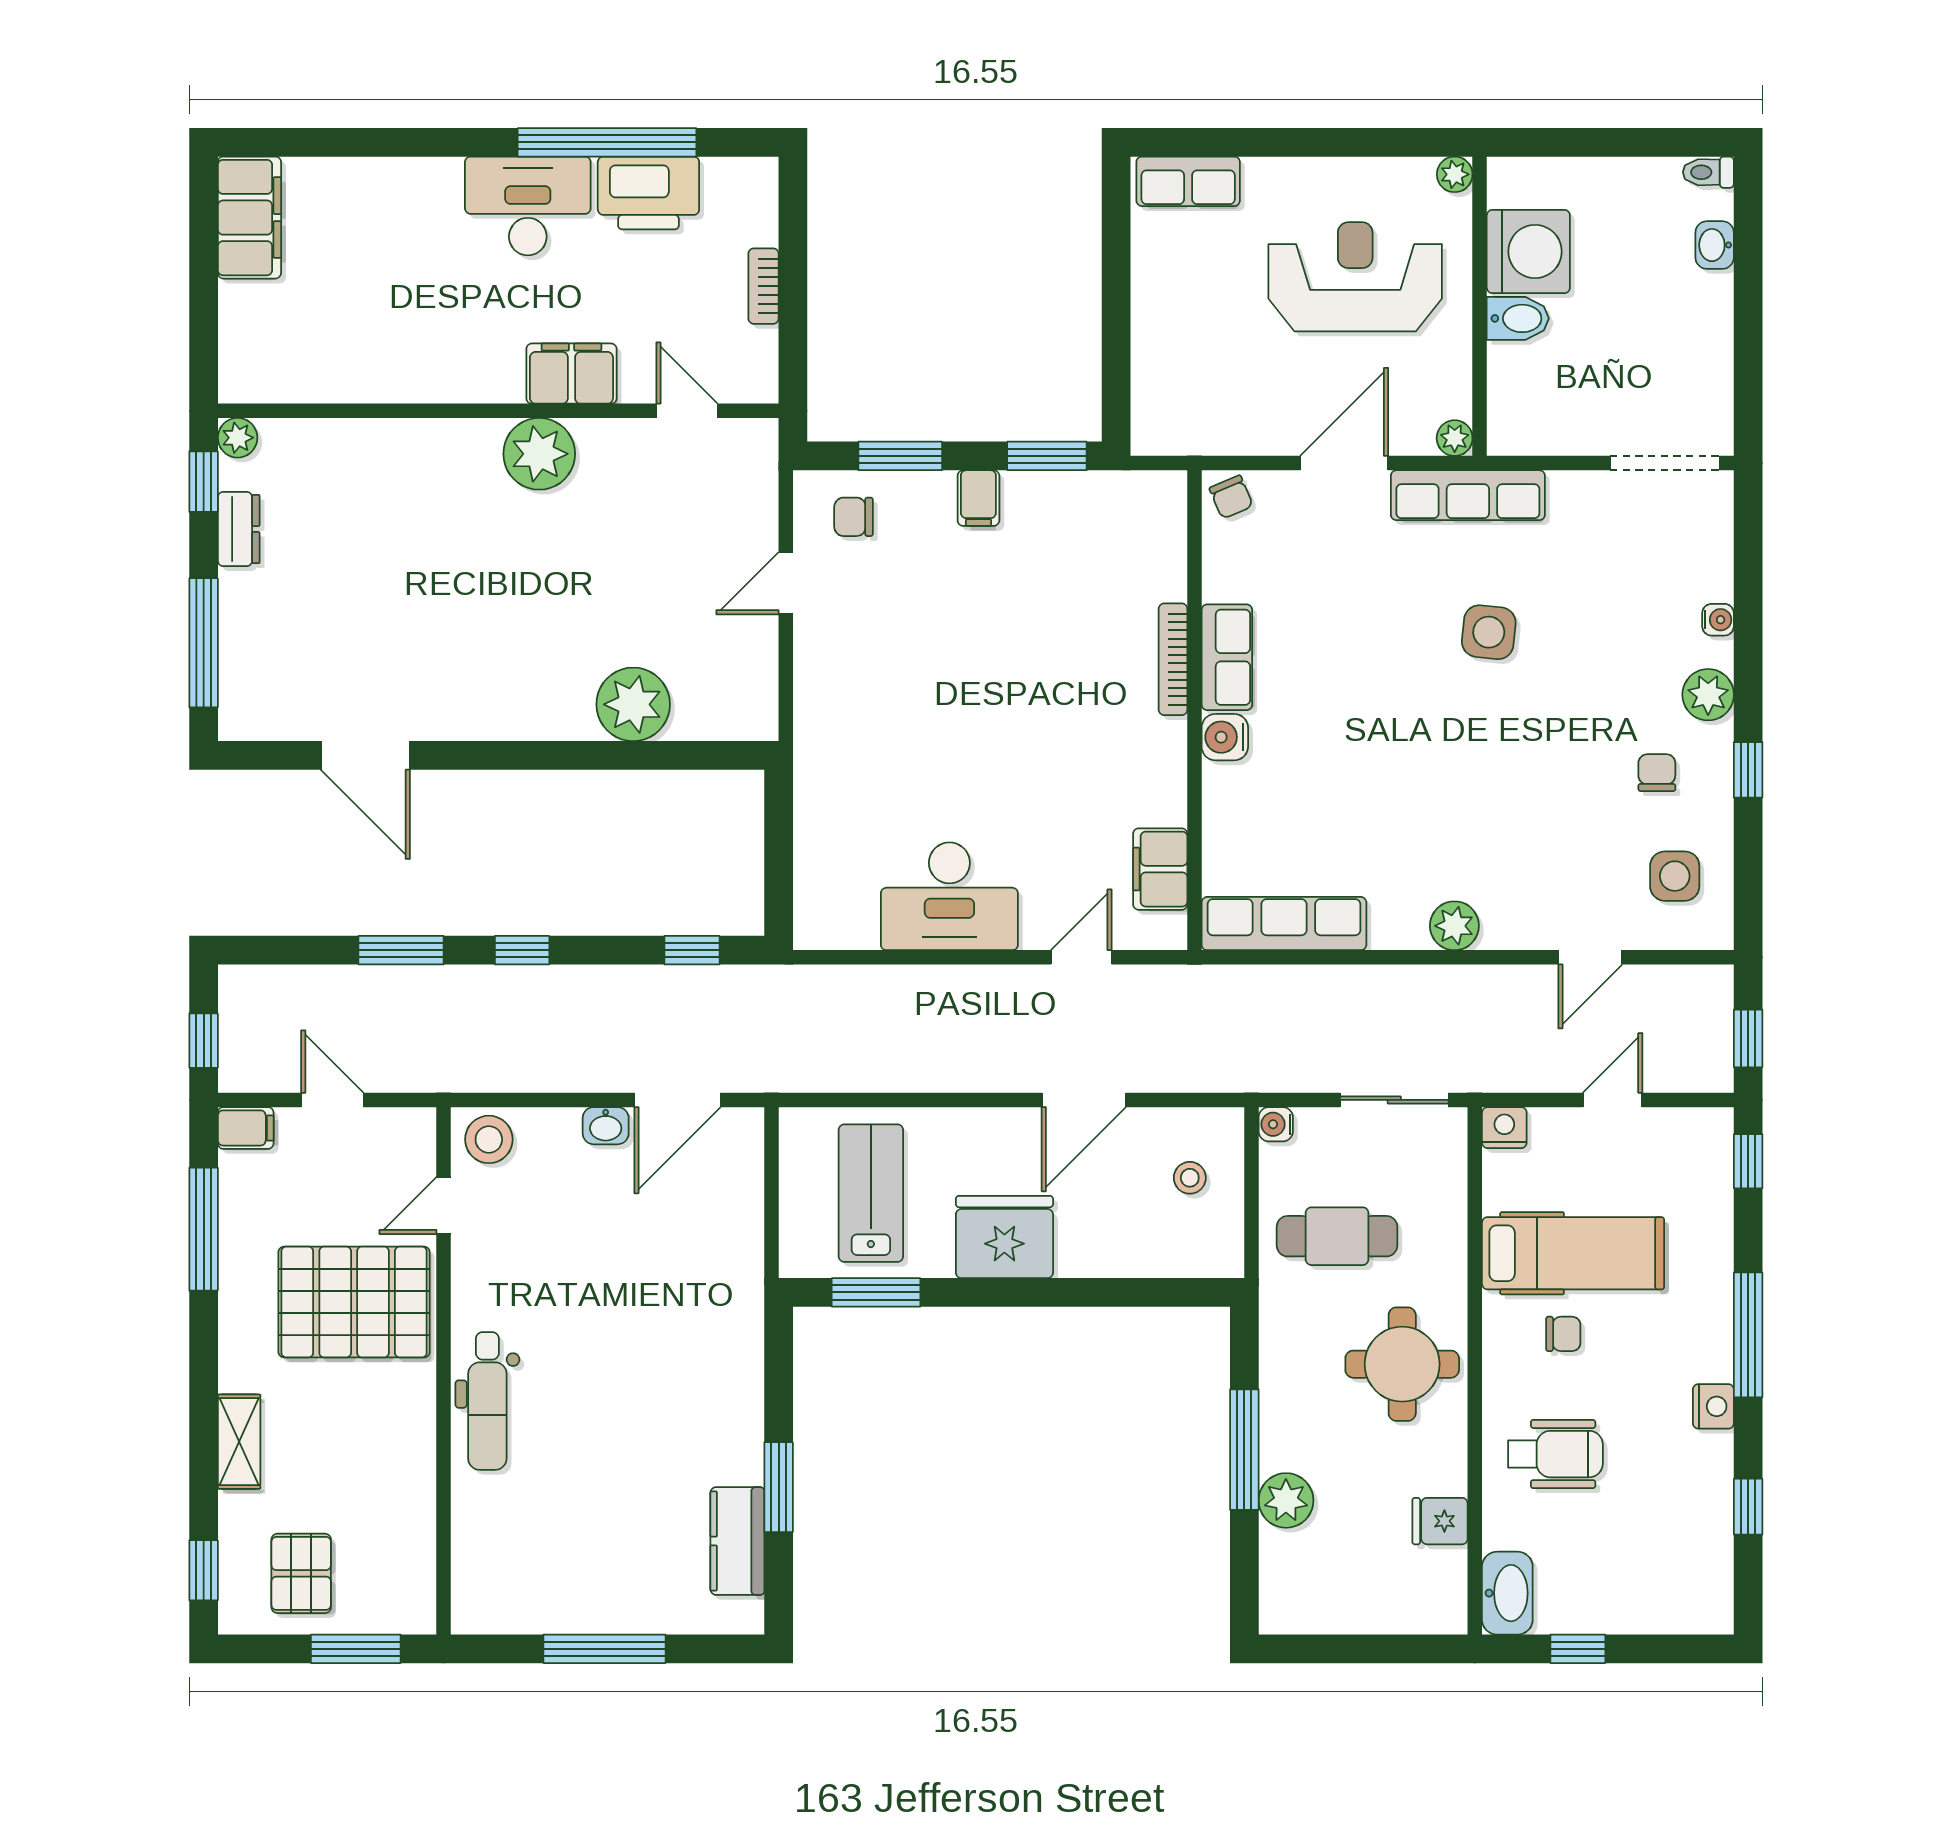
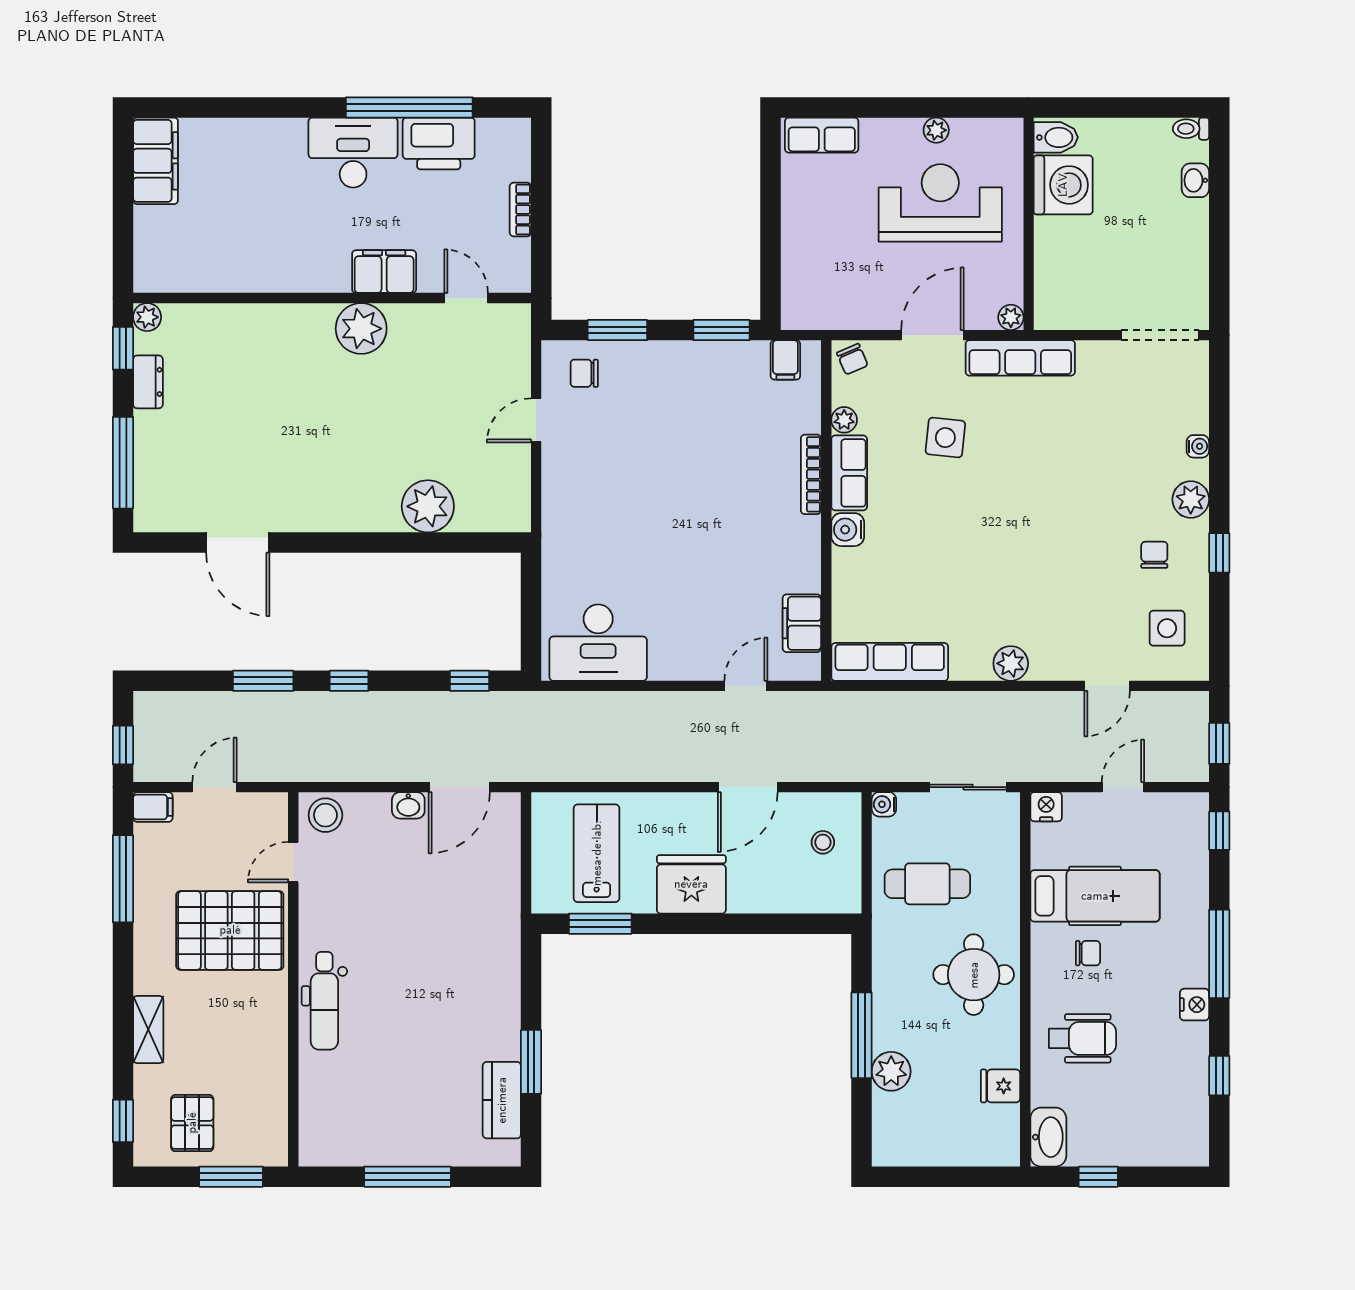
plant: (1455, 174) -> (936, 130), moved
bidet: (1518, 318) -> (1056, 137), moved
filing cabinet: (978, 498) -> (785, 360), moved
plant: (1220, 583) -> (844, 420), added
side table: (1489, 632) -> (945, 438), moved
desk: (949, 896) -> (598, 643), moved
door: (332, 1100) -> (214, 787), hinge flipped

